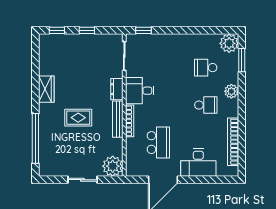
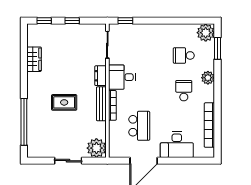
wardrobe: (46, 89) -> (34, 59), moved
school desk: (206, 105) -> (184, 91), turned -90

